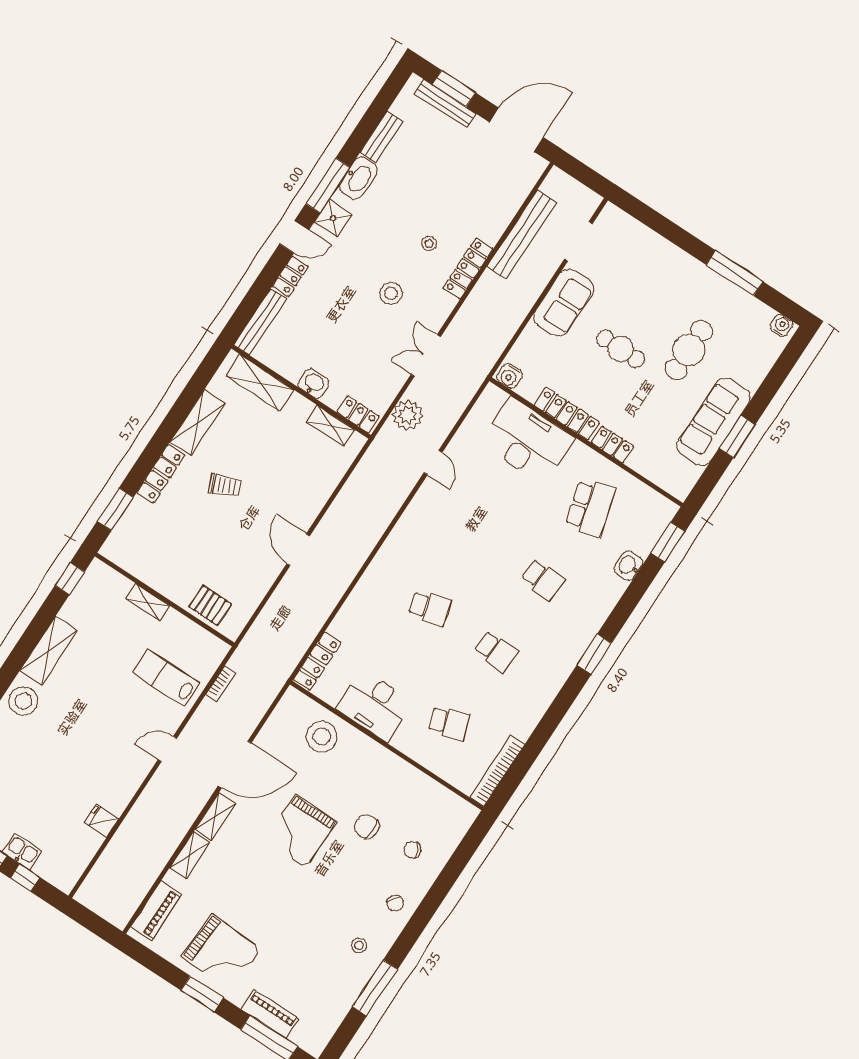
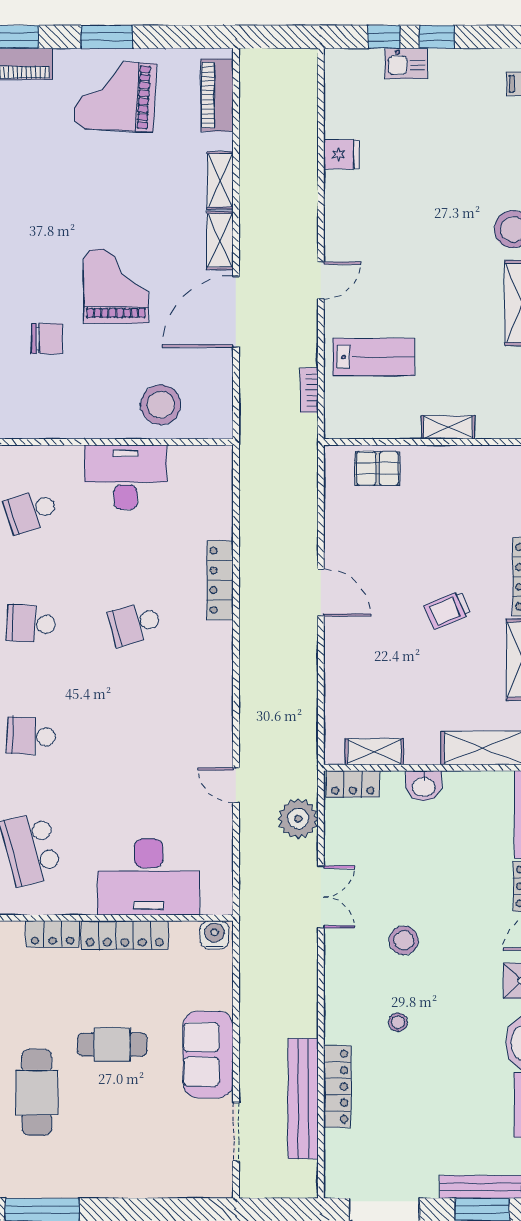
locker: (468, 268) -> (337, 1086), moved
locker: (317, 661) -> (220, 580), moved

